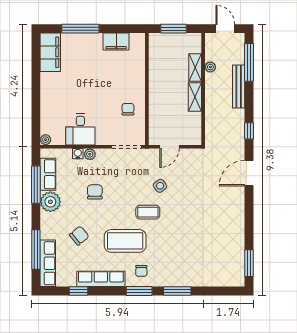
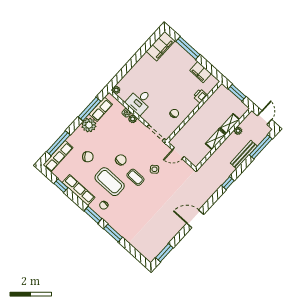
printer: (138, 67) -> (200, 96), added
door: (249, 173) -> (195, 219), moved
chair: (95, 192) -> (121, 160), moved

